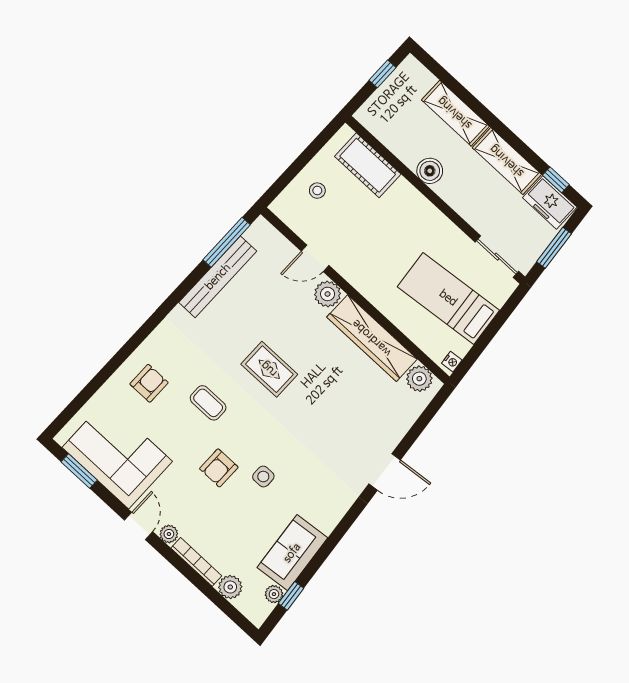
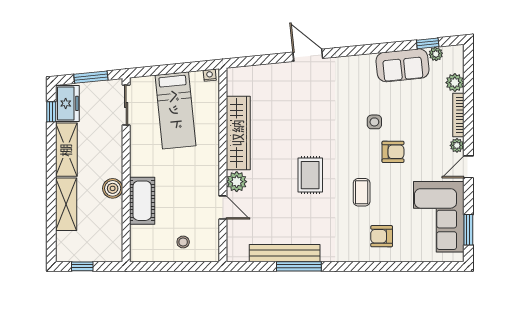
cot: (368, 165) -> (142, 201), moved
window: (227, 242) -> (299, 266), moved
plant: (419, 379) -> (236, 85), removed

